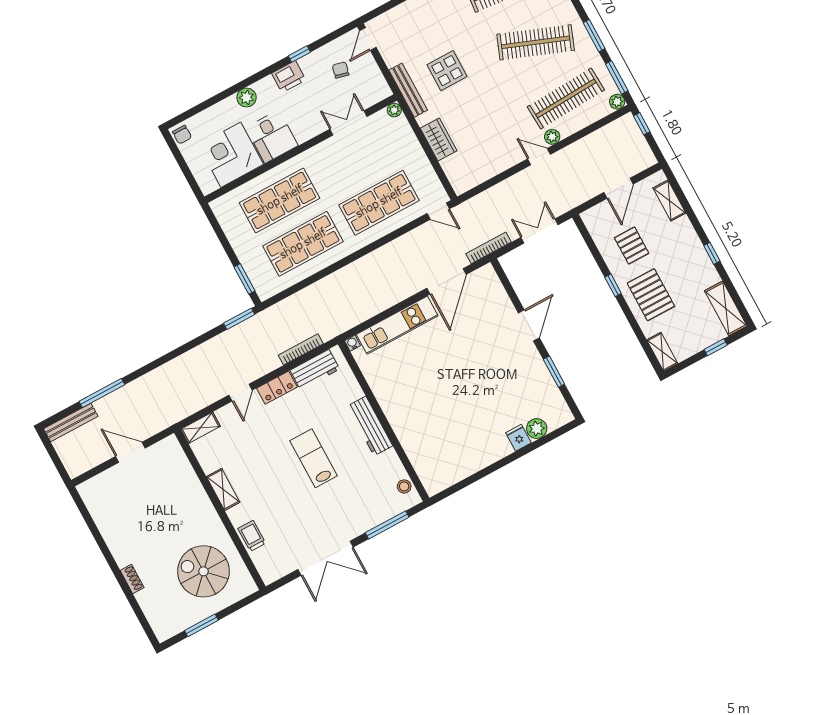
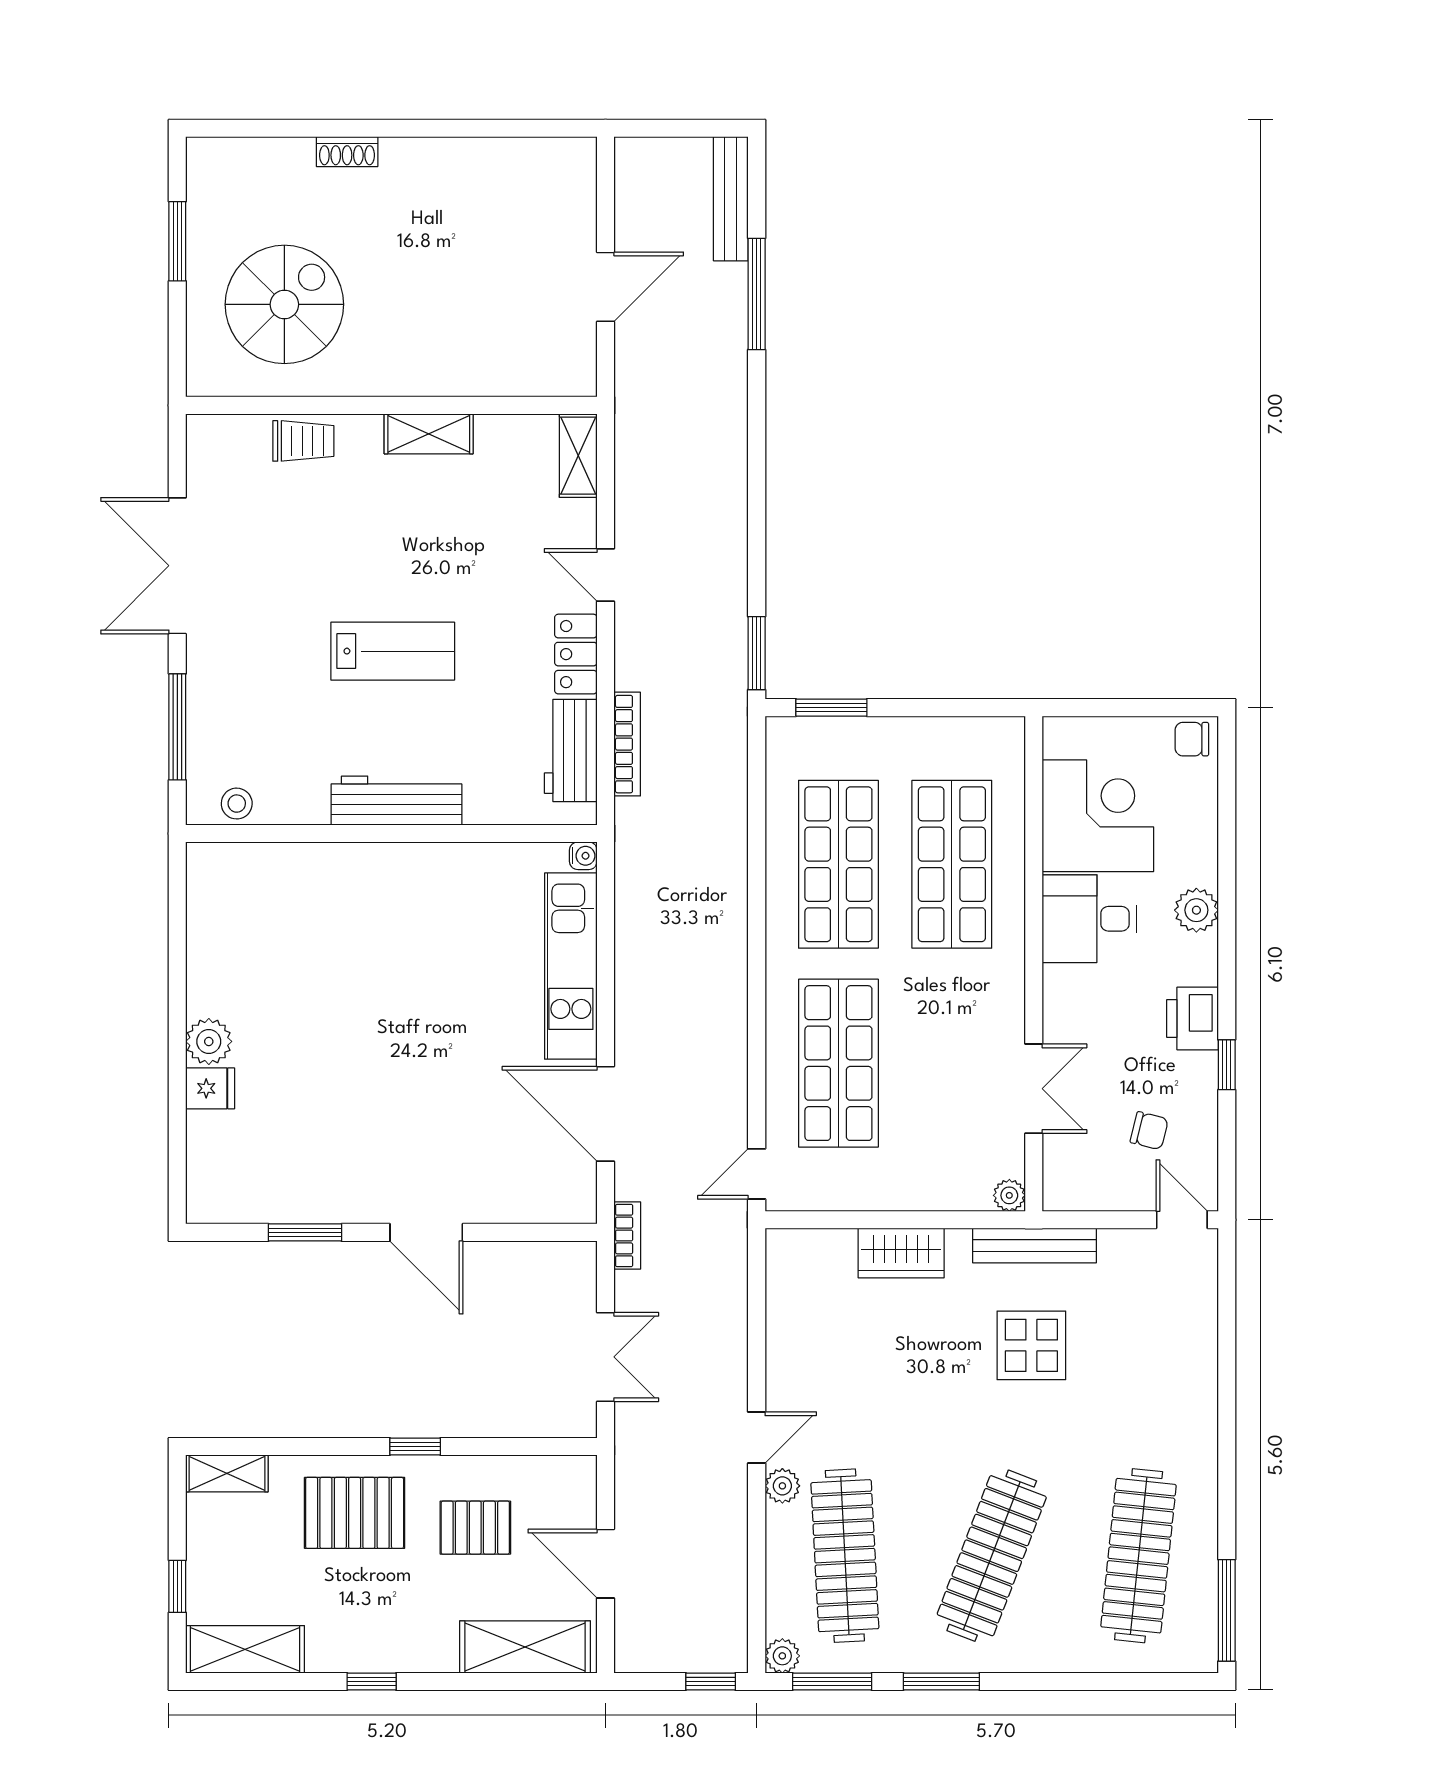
shelving: (669, 201) -> (525, 1647), width x1.50, depth x1.33
bookcase: (489, 248) -> (627, 1235), width x0.64
plant: (537, 429) -> (209, 1041), moved

